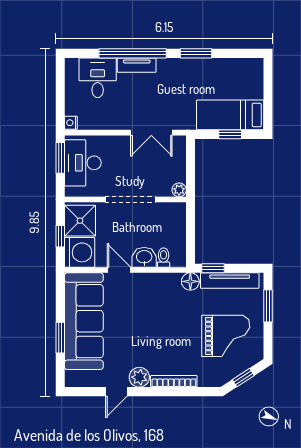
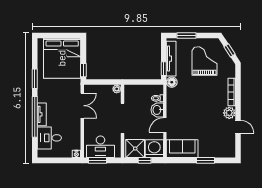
bed: (230, 115) -> (62, 58), width x2.04
window: (230, 134) -> (83, 70), moved
sofa: (84, 321) -> (182, 149), width x0.54, depth x0.79

